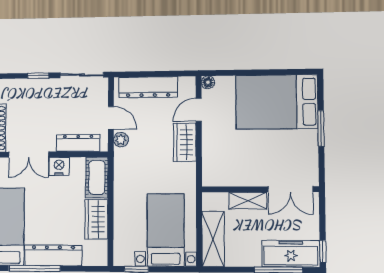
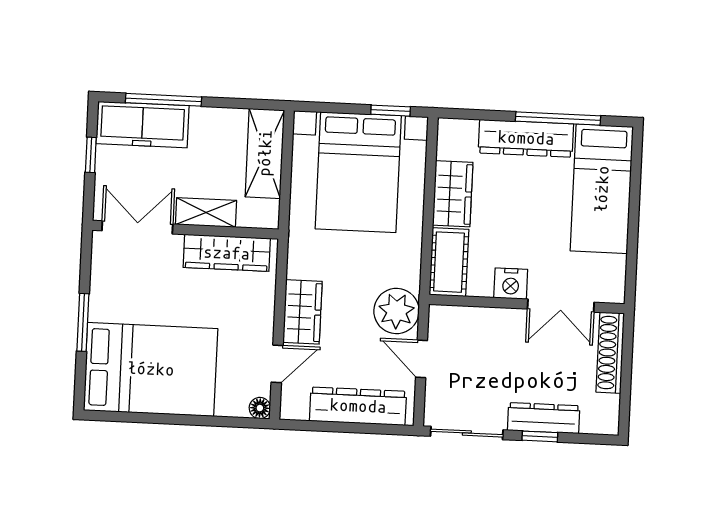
plant: (121, 140) -> (396, 311), width x1.88, depth x1.88
dresser: (78, 143) -> (544, 418), moved, turned 180
double door: (29, 155) -> (561, 306), swing flipped
wardrobe: (233, 176) -> (227, 253), added
bed with nightstands: (166, 230) -> (358, 172), width x1.36
window: (323, 251) -> (91, 155), moved

